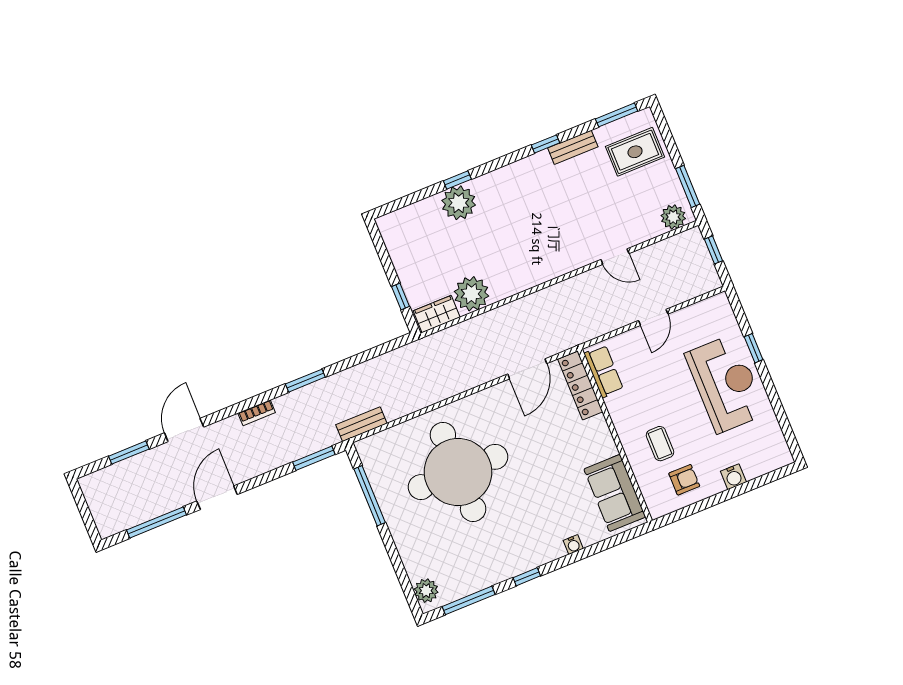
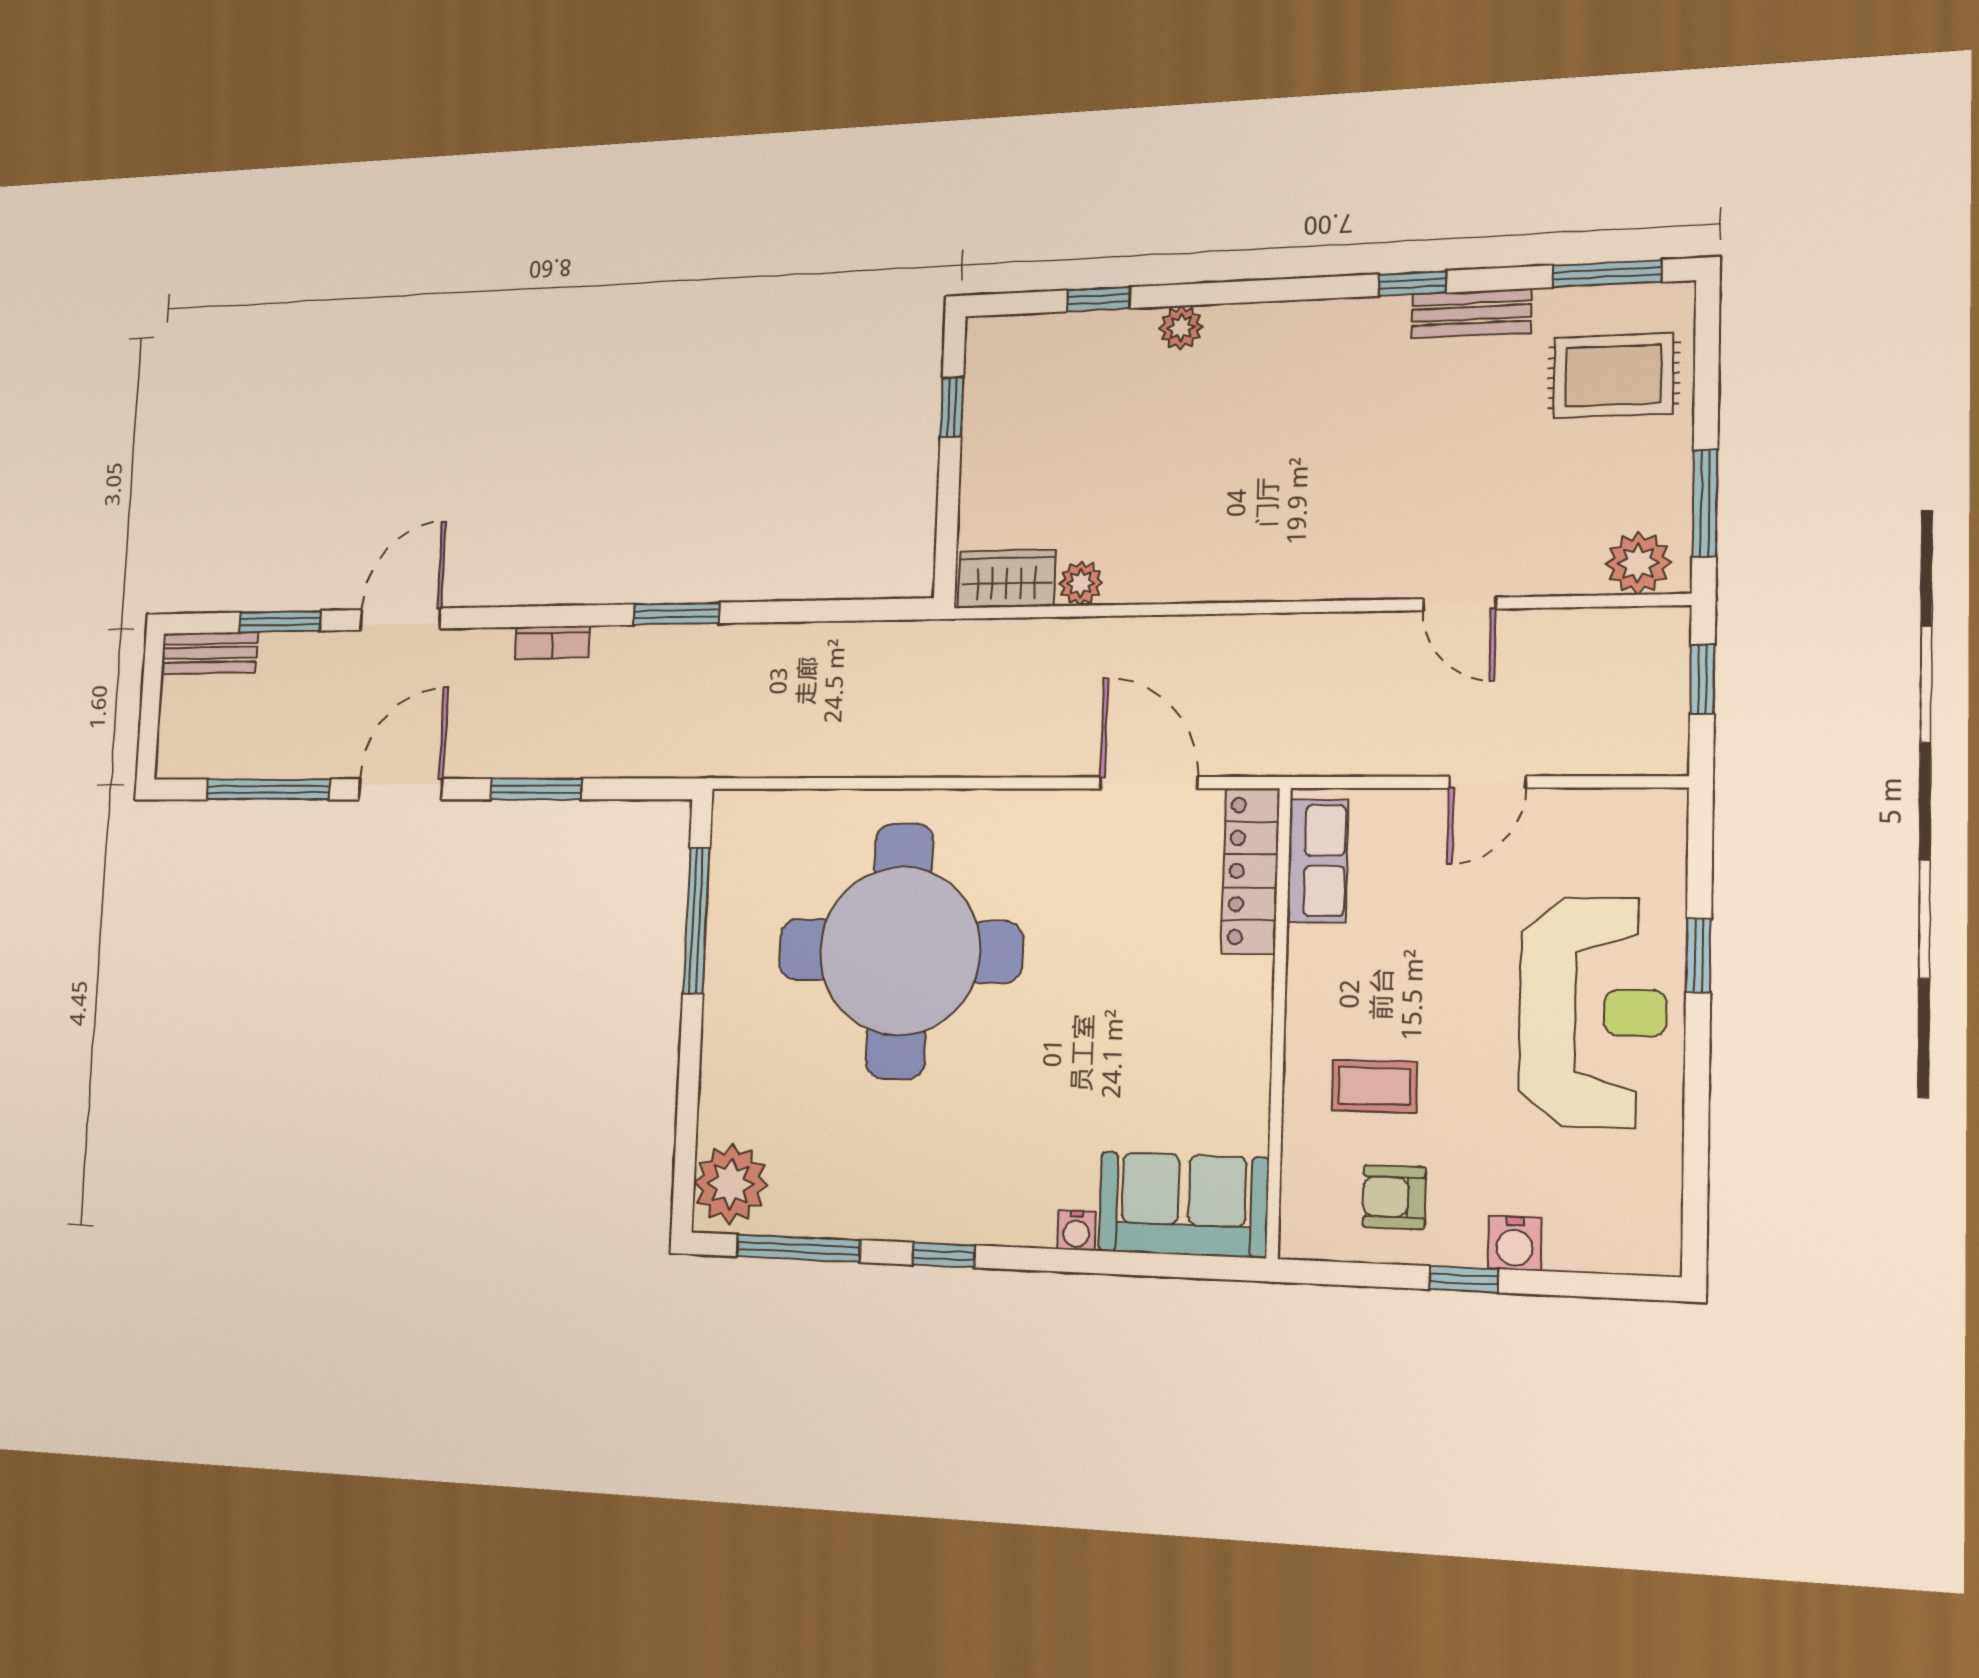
window: (457, 180) -> (1098, 299), moved
plant: (459, 203) -> (1181, 328), width x0.53, depth x0.53
plant: (471, 294) -> (1081, 583), width x0.53, depth x0.53
window: (401, 297) -> (952, 407), moved
door: (527, 369) -> (1149, 783), swing flipped
bench: (361, 424) -> (209, 653), moved
coffee table: (660, 444) -> (1374, 1086), turned 90
window: (314, 458) -> (536, 789), moved
armchair: (684, 480) -> (1394, 1197), turned 180
sofa: (615, 493) -> (1183, 1205), moved, turned 90
window: (721, 497) -> (1464, 1279), added
plant: (426, 591) -> (731, 1184), width x1.36, depth x1.36

